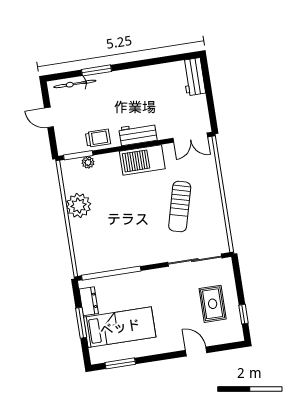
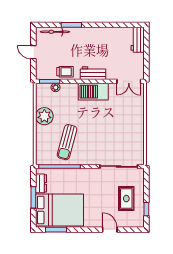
sun lounger: (180, 206) -> (67, 142), moved
bed: (120, 327) -> (60, 210), width x1.50

